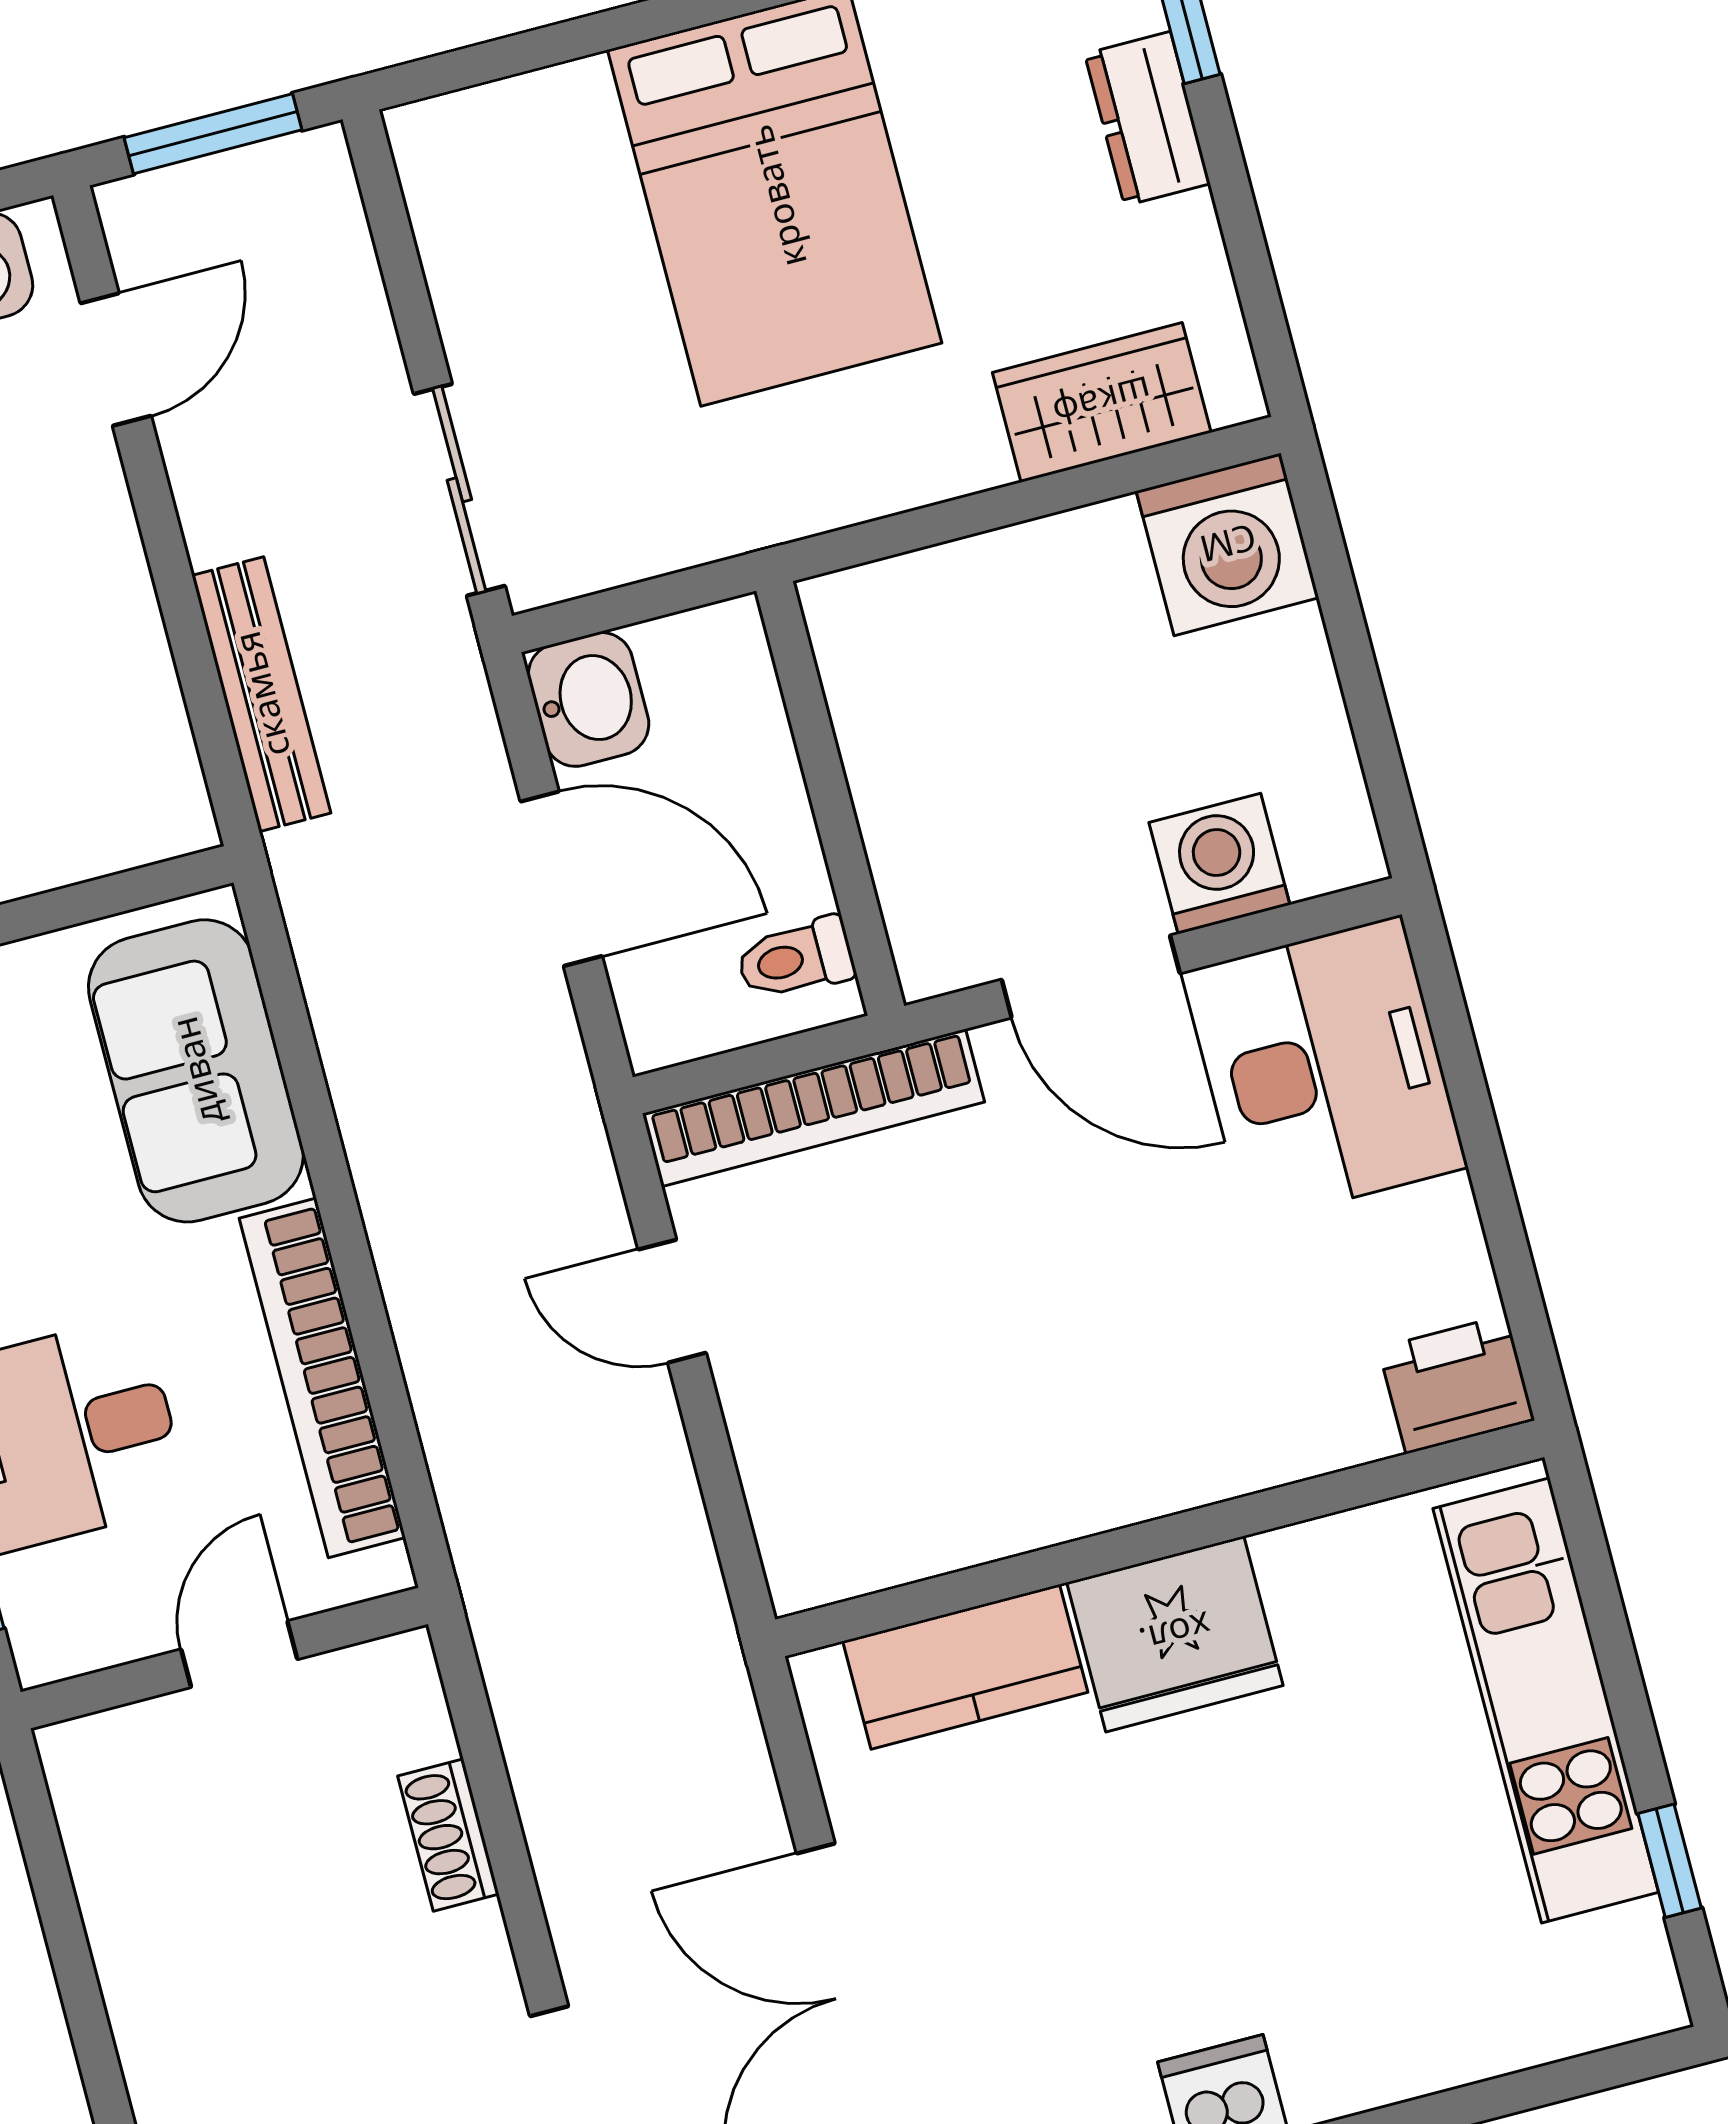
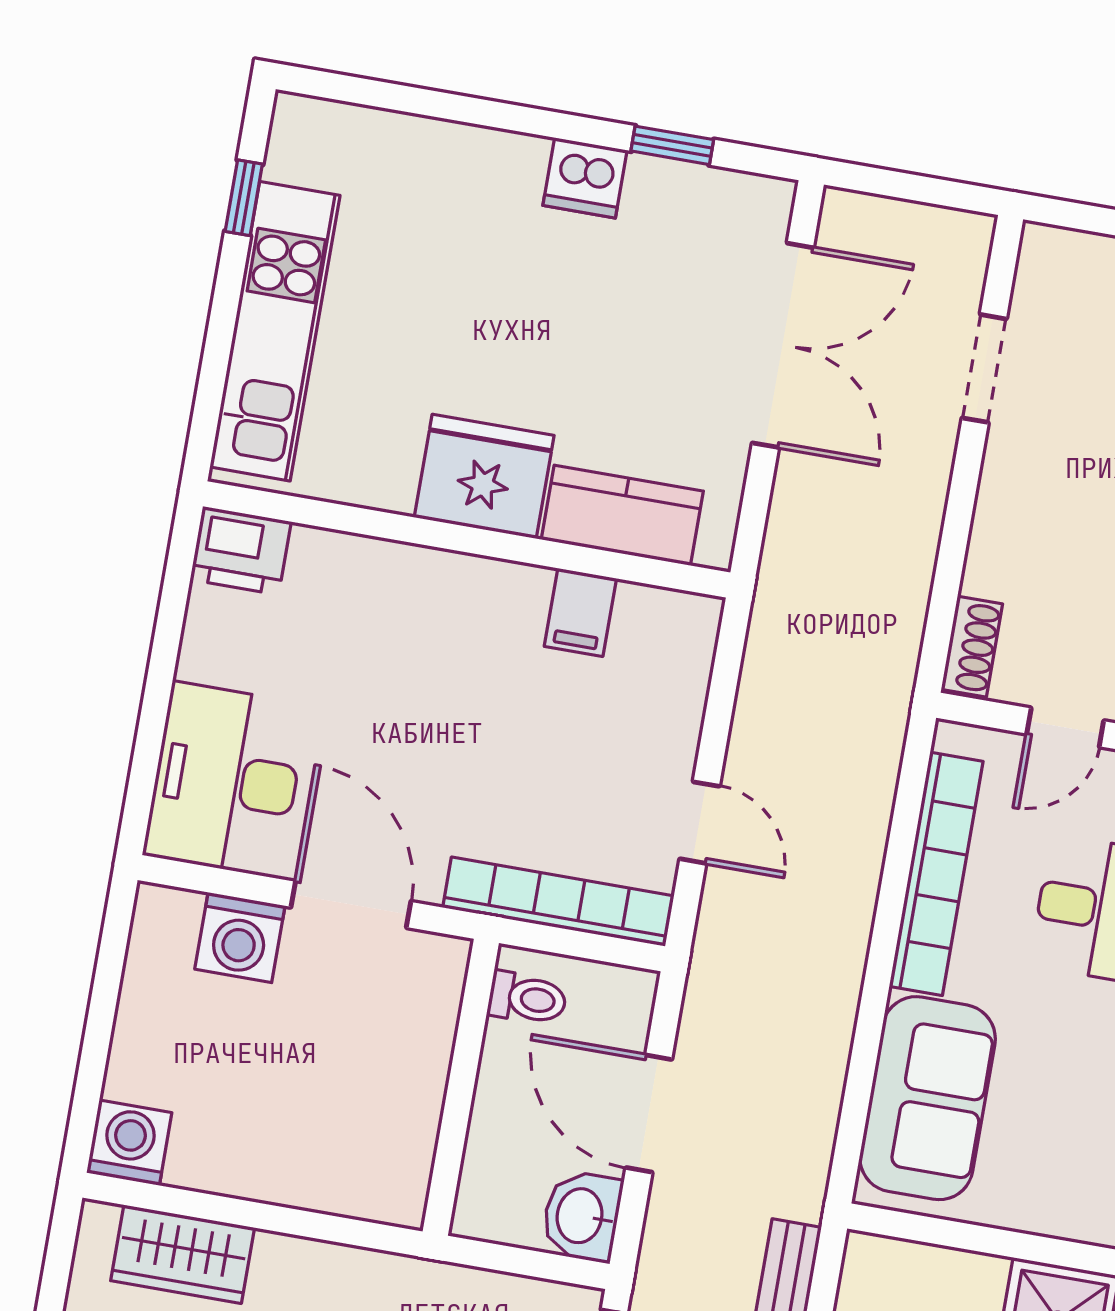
washing machine: (1228, 544) -> (129, 1143), width x0.73, depth x0.73
filing cabinet: (962, 1510) -> (580, 612), added
shoe rack: (448, 1835) -> (972, 647), moved

